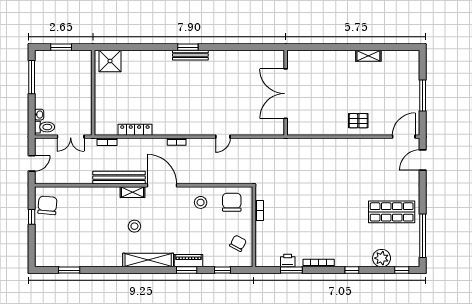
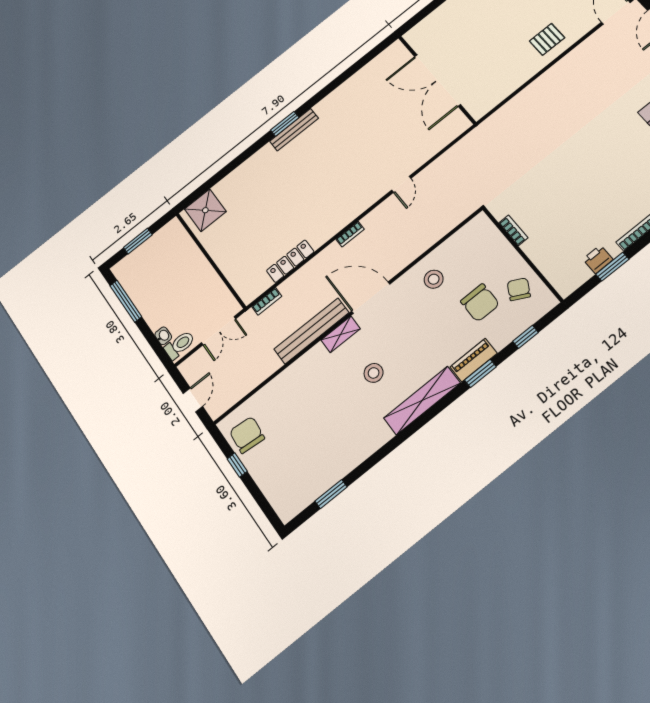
chair: (232, 202) -> (480, 303), moved, turned 180

